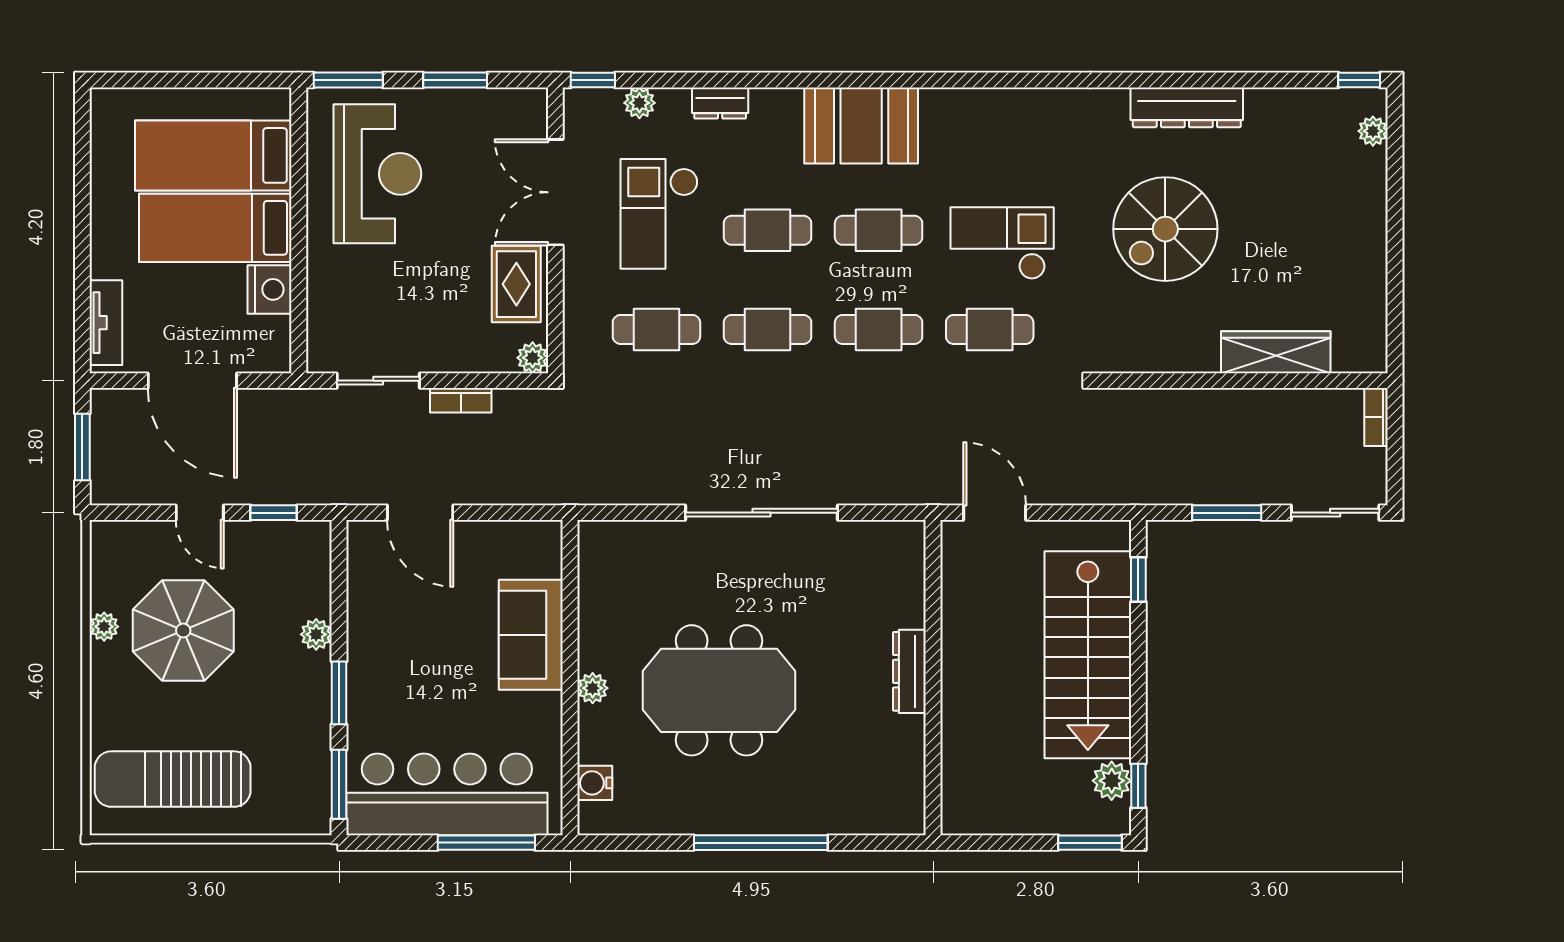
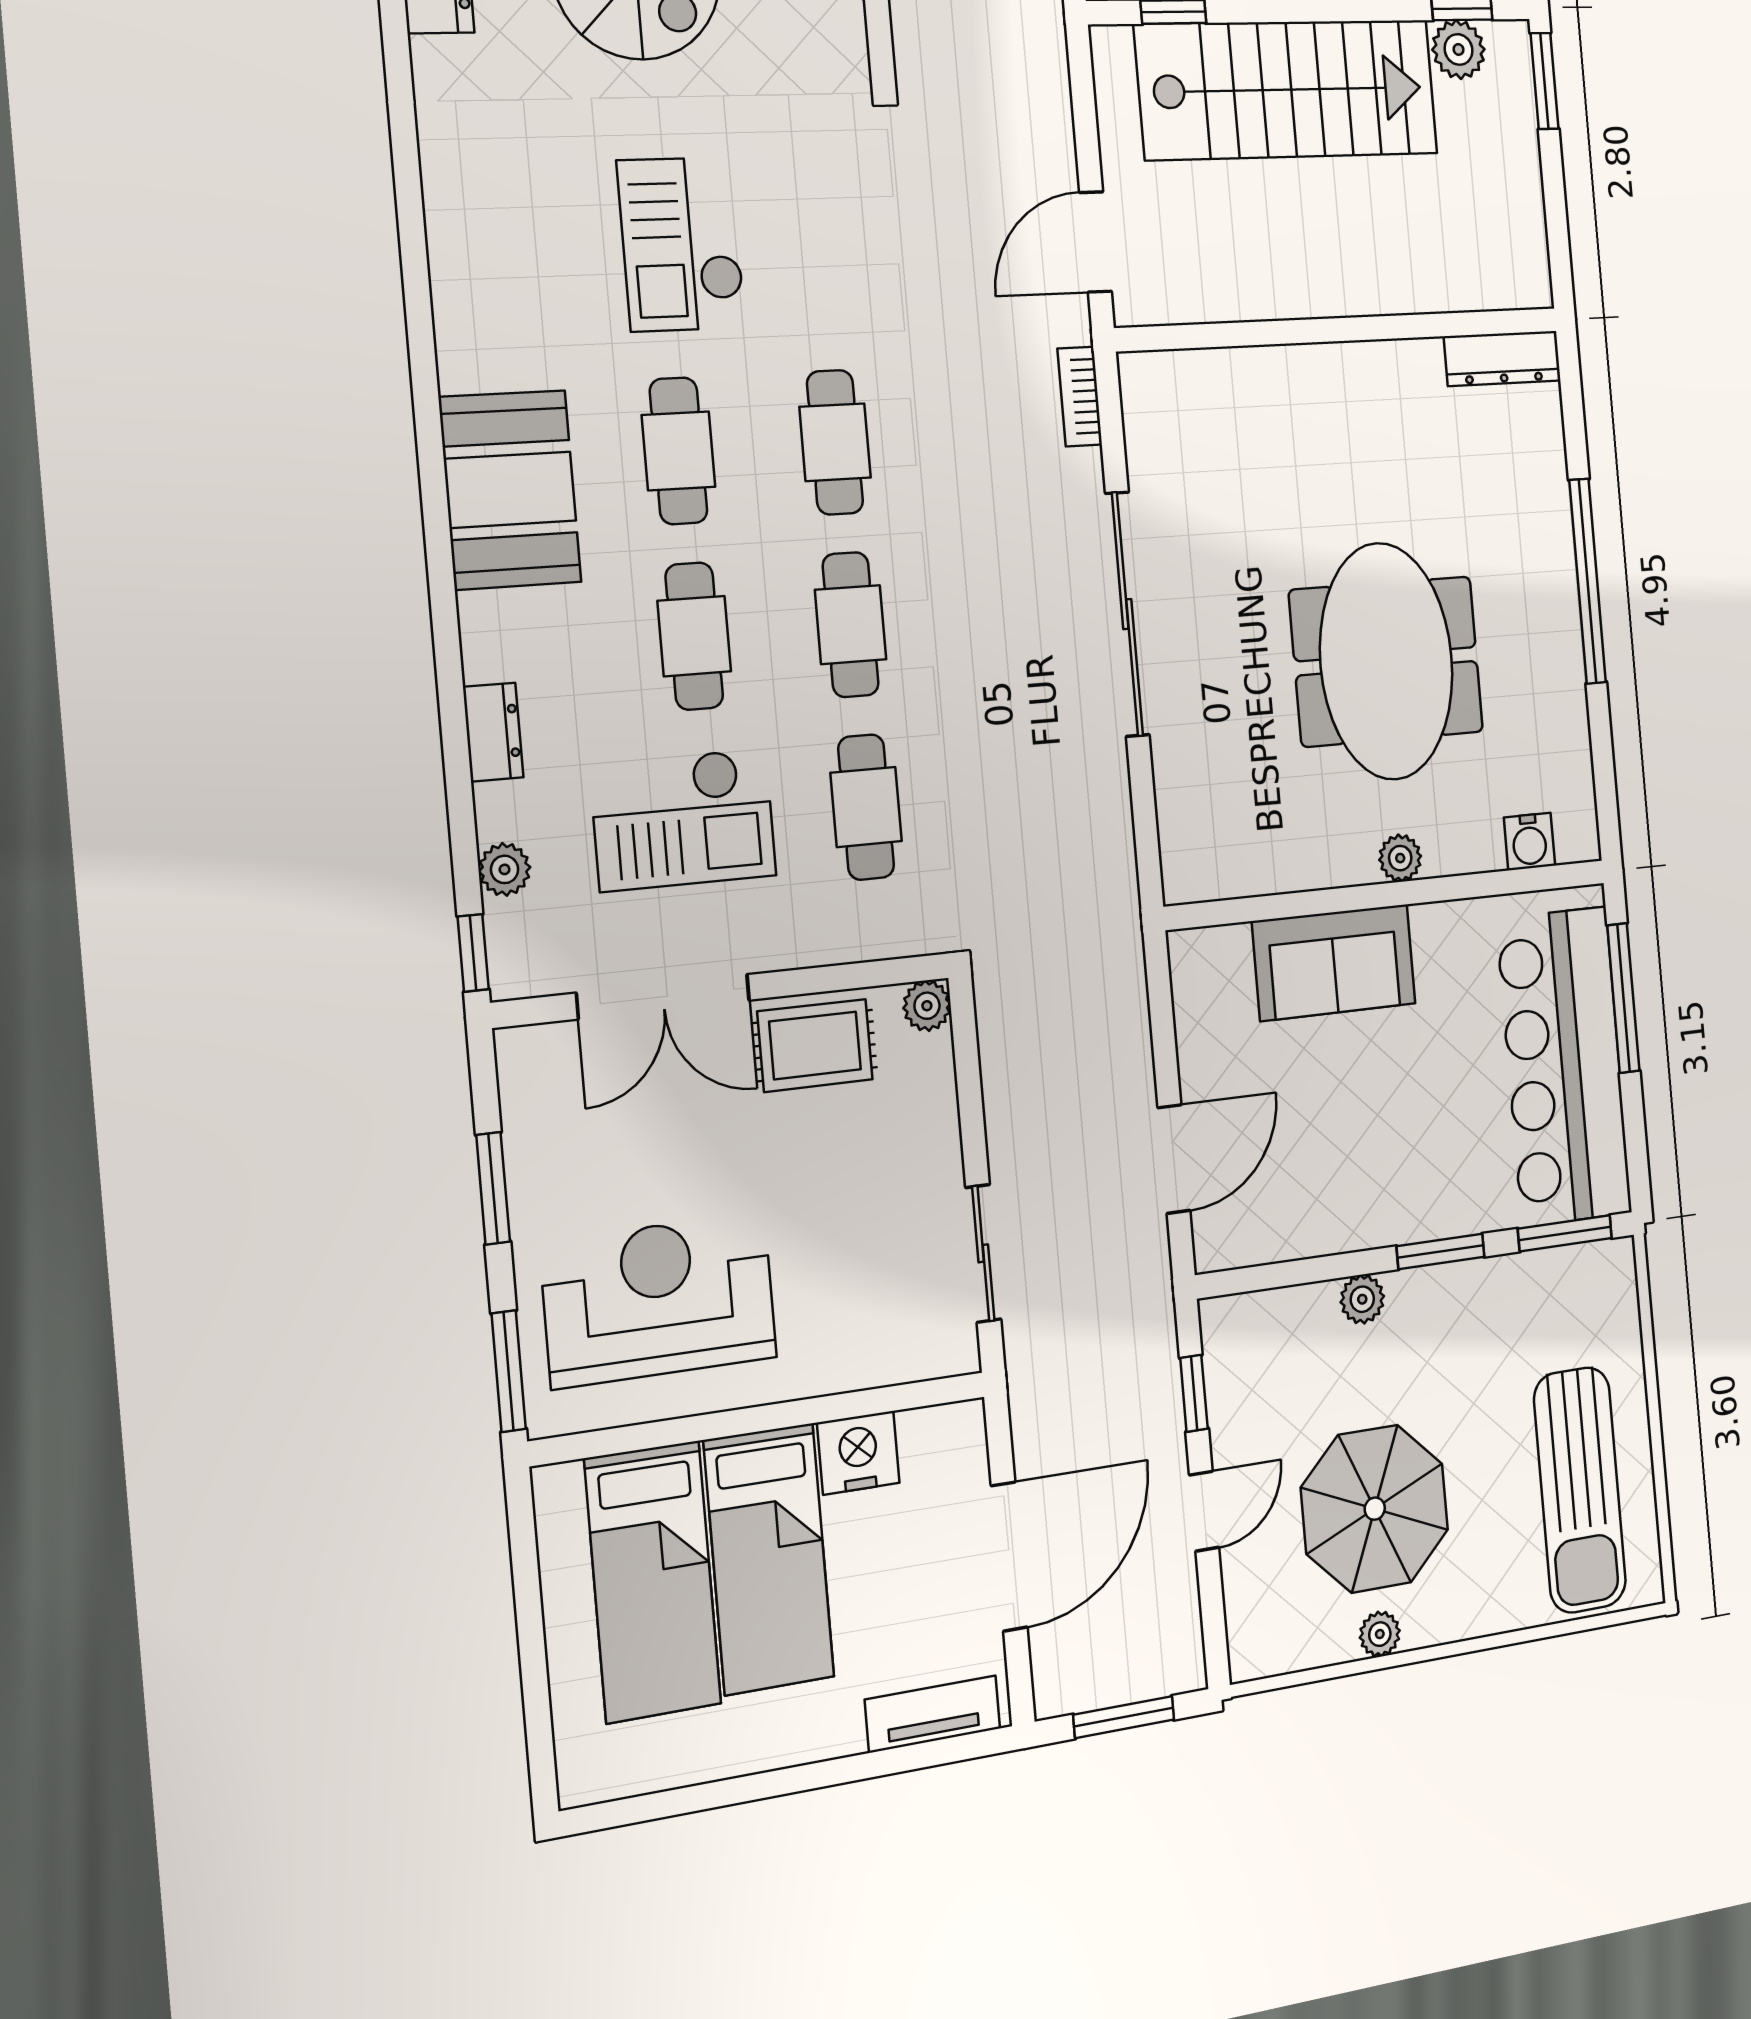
cafe table: (990, 329) -> (819, 260), removed
bookcase: (461, 400) -> (1080, 397), moved, turned 180
dresser: (909, 671) -> (1502, 359), moved

